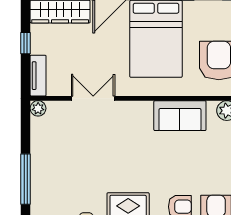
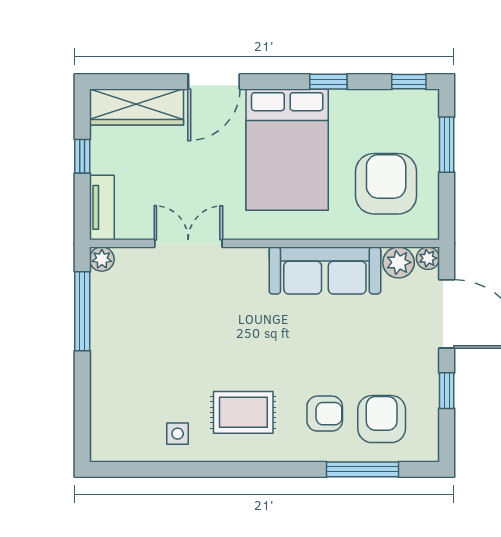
sofa: (180, 116) -> (325, 270), width x1.36
window: (26, 179) -> (82, 311), moved

